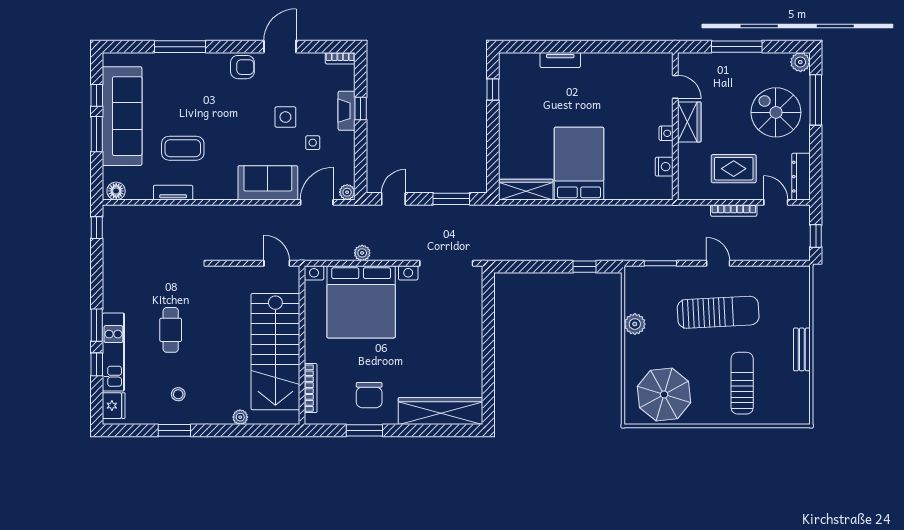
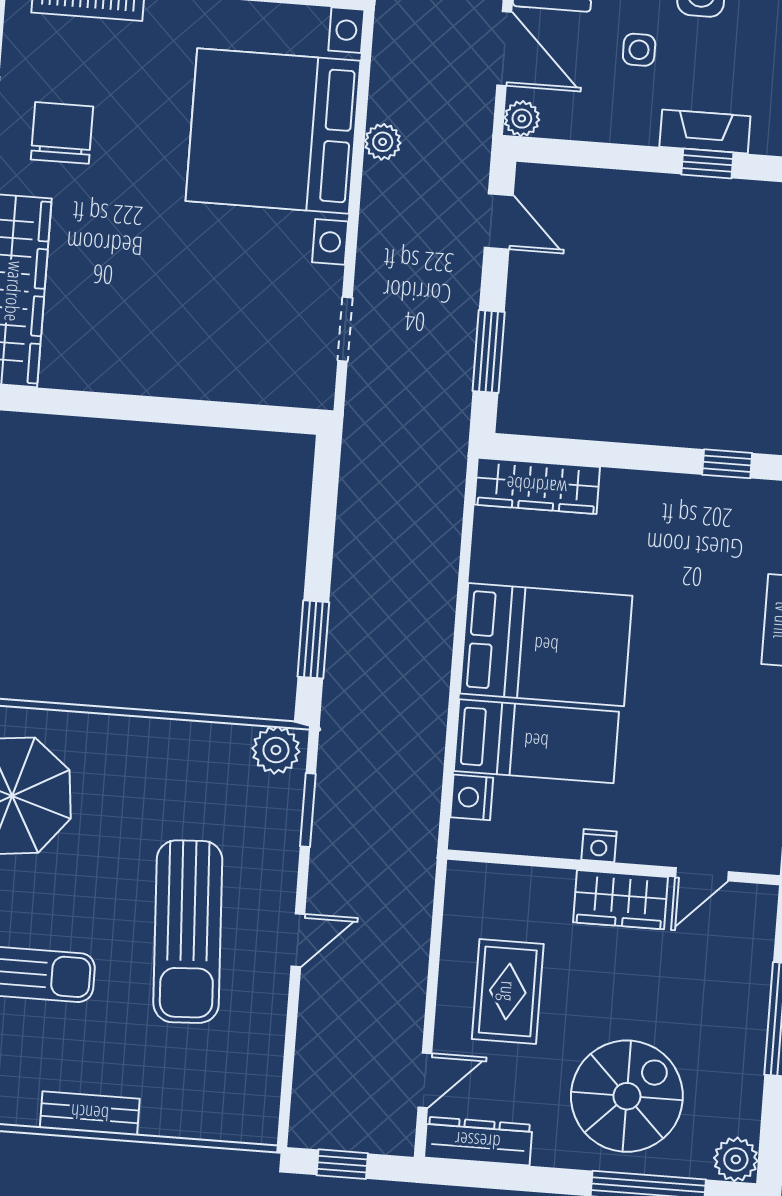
bed: (622, 165) -> (536, 741), added
nightstand: (664, 167) -> (472, 797), moved, turned 90
wardrobe: (526, 190) -> (537, 486), moved, turned 90
bookcase: (734, 210) -> (414, 984), removed
doorway: (446, 263) -> (345, 329), width x0.53
window: (585, 267) -> (313, 639), width x1.50
plant: (635, 324) -> (276, 750), moved
chair: (369, 395) -> (62, 133), turned 90

